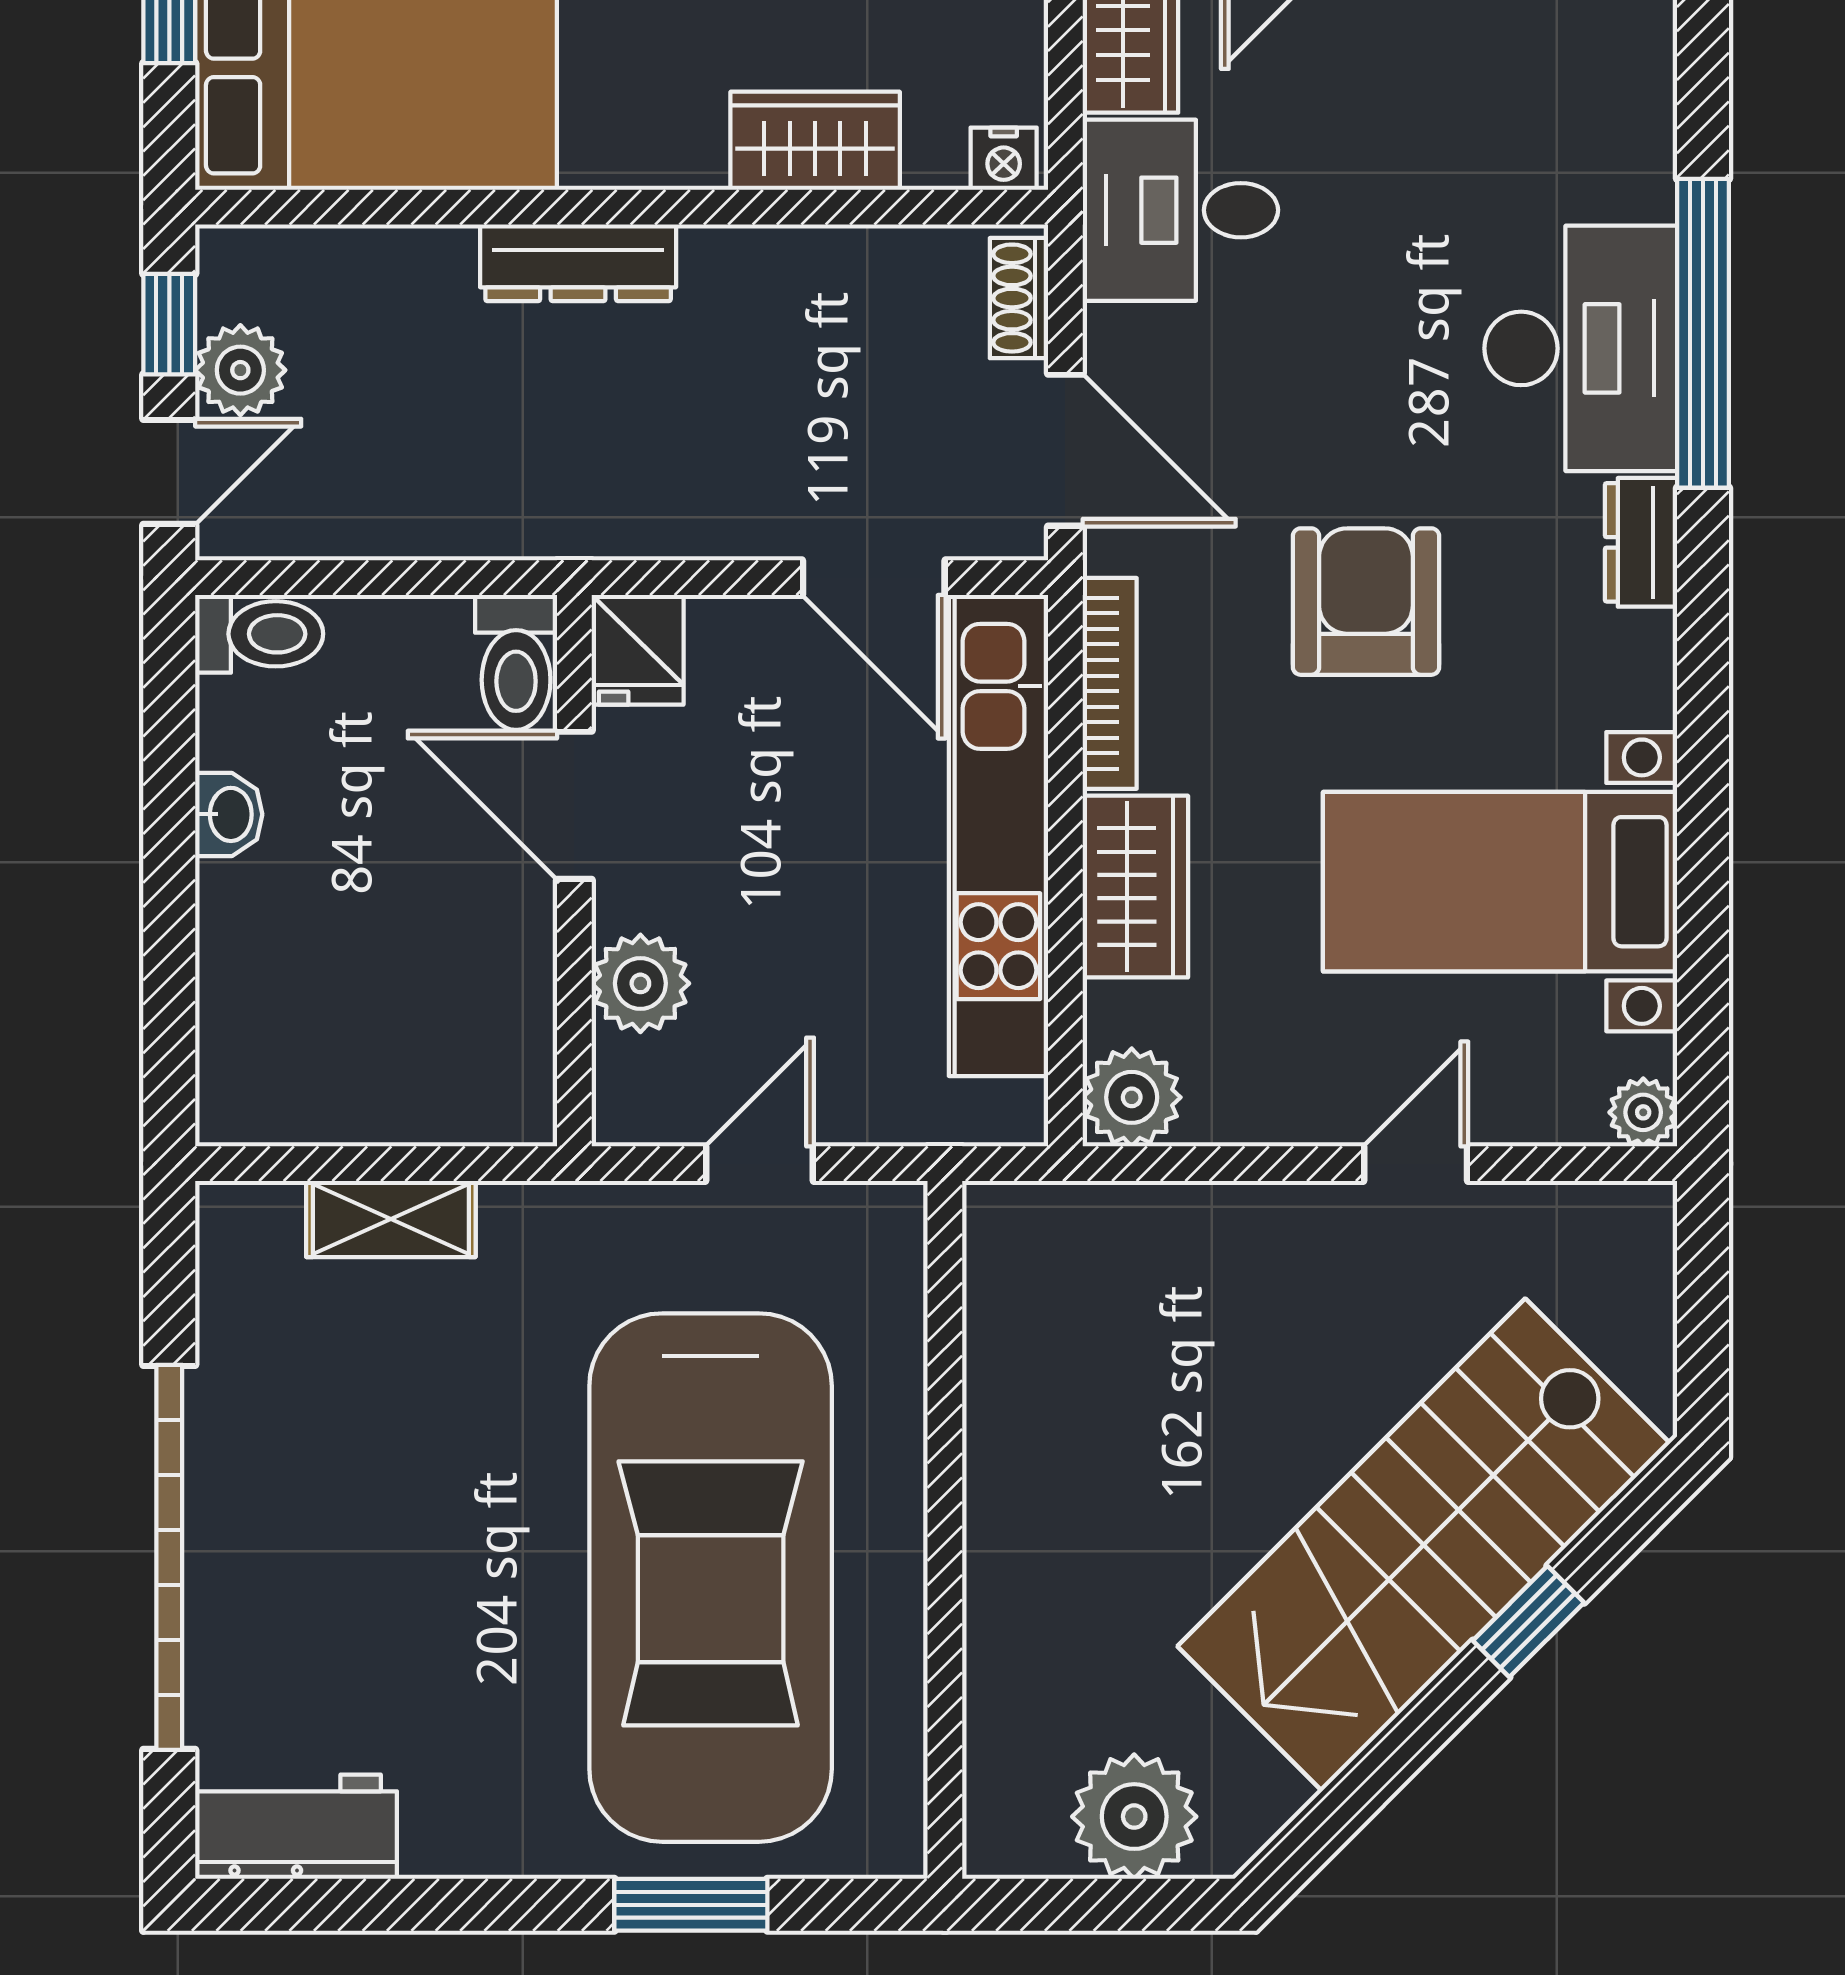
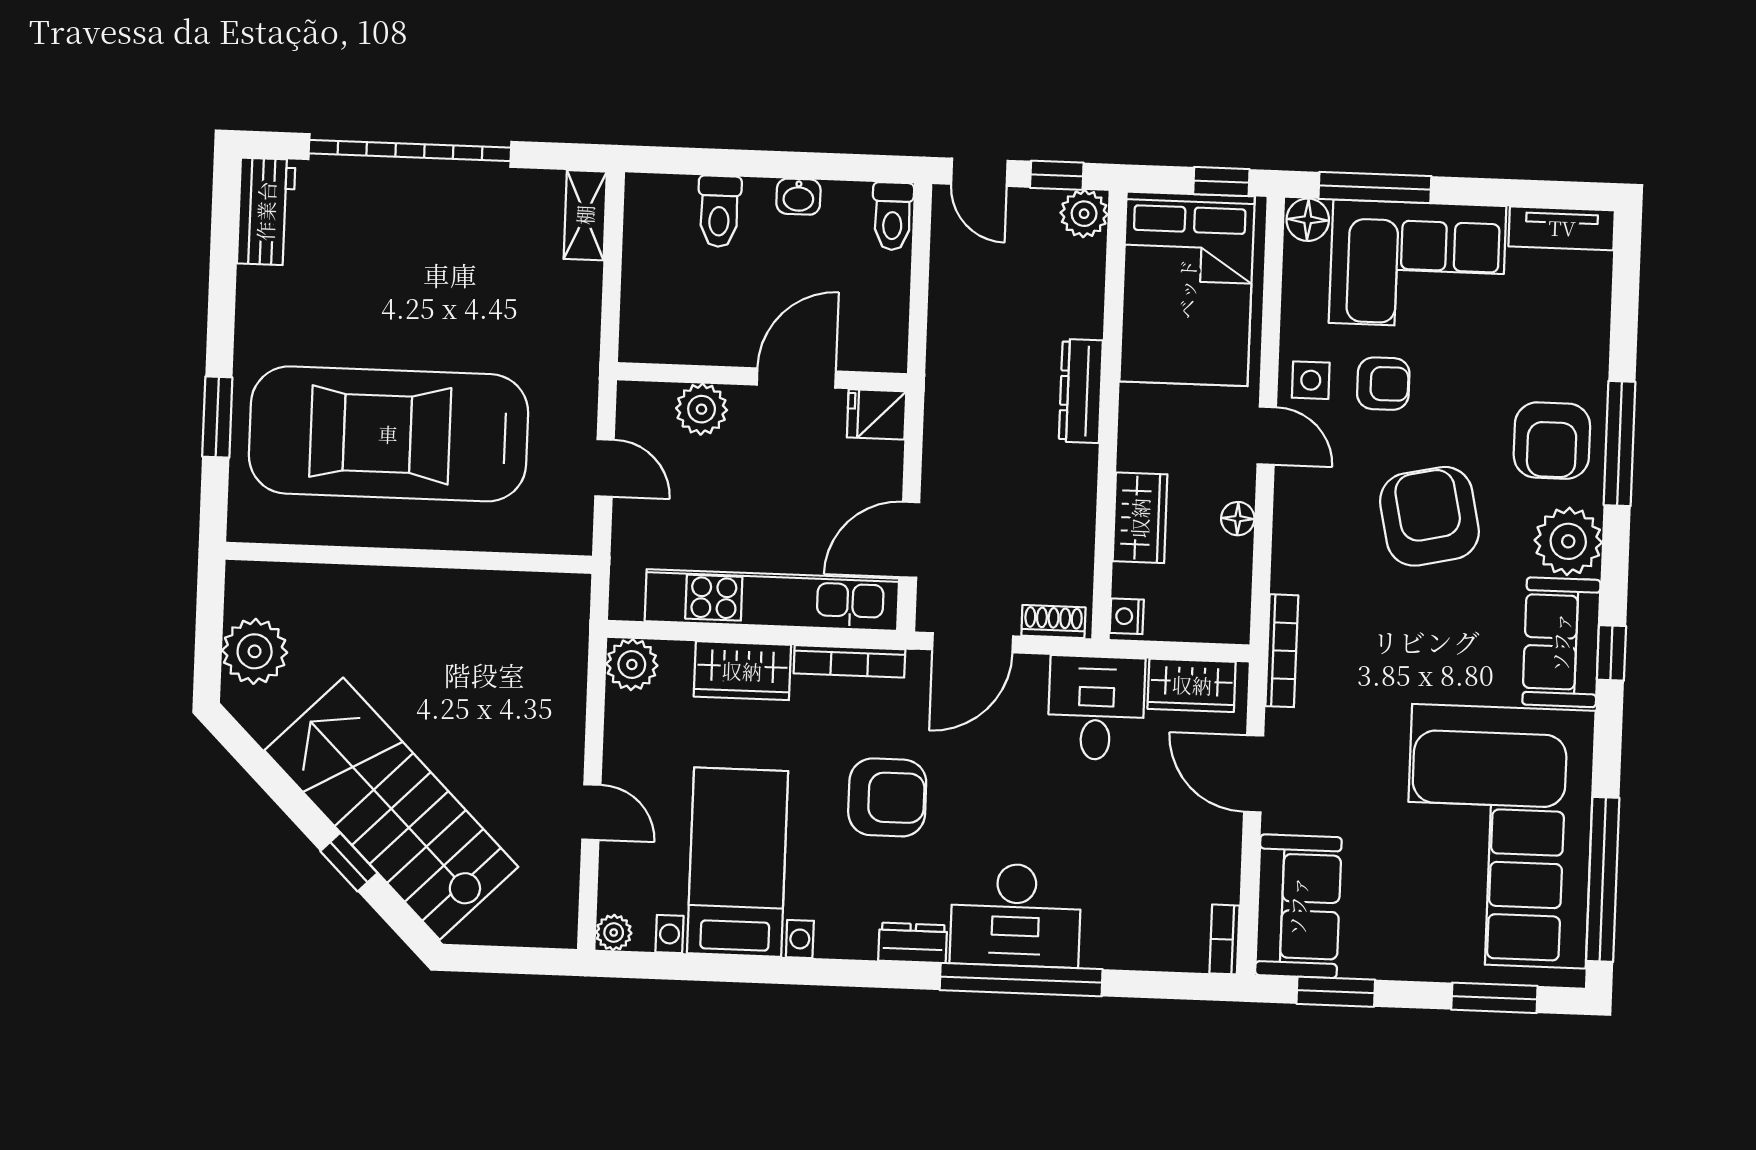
plant: (240, 370) -> (1084, 214), moved
toilet: (516, 662) -> (719, 211), moved, turned -90
shelving: (391, 1219) -> (585, 215), moved

